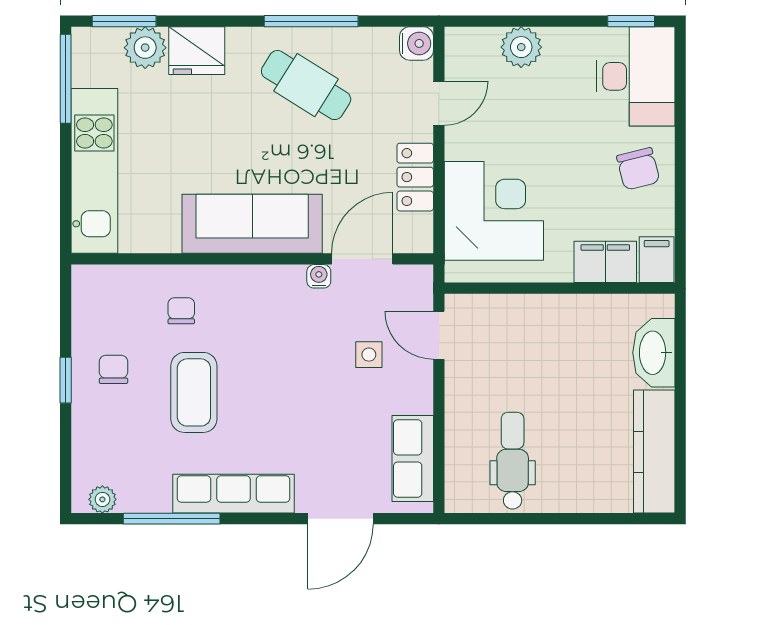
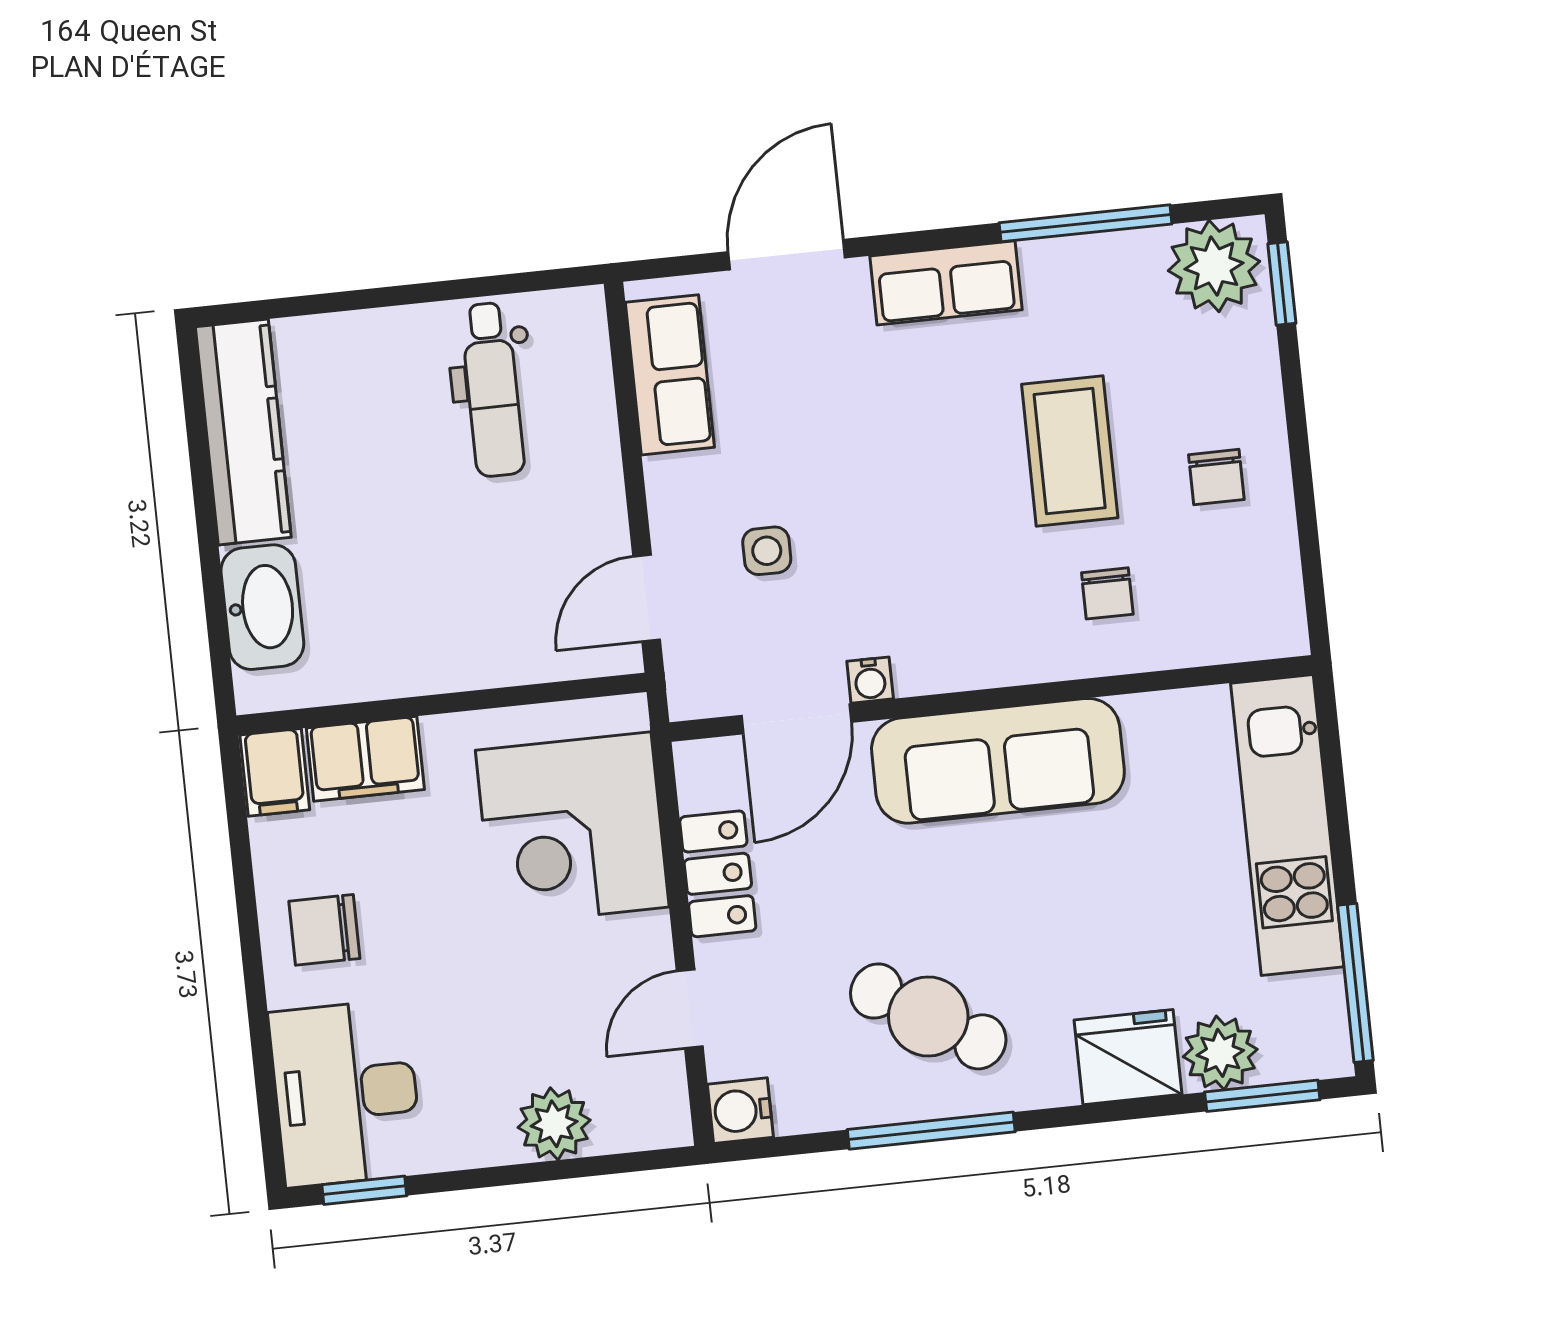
chair: (638, 169) -> (324, 930), turned -76
door: (439, 335) -> (647, 598), swing flipped
window: (66, 380) -> (1282, 283), moved
row of seats: (234, 494) -> (946, 283), width x0.68
plant: (102, 499) -> (1214, 266), width x1.88, depth x1.88

